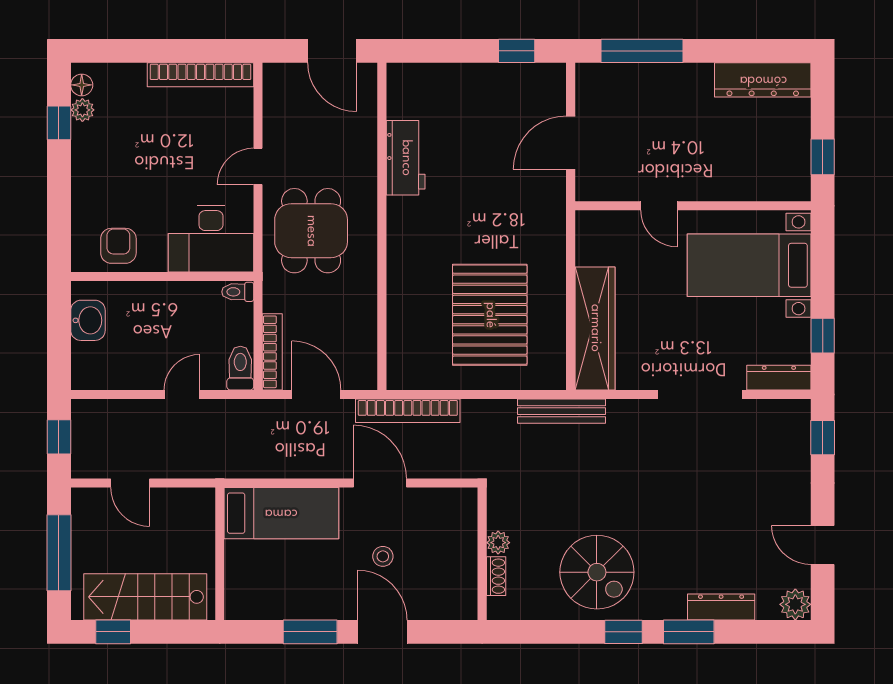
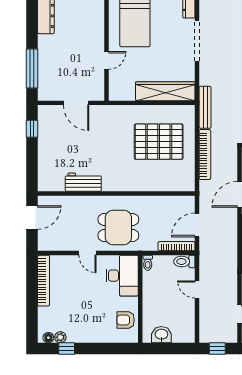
bookcase: (408, 411) -> (205, 155), moved

